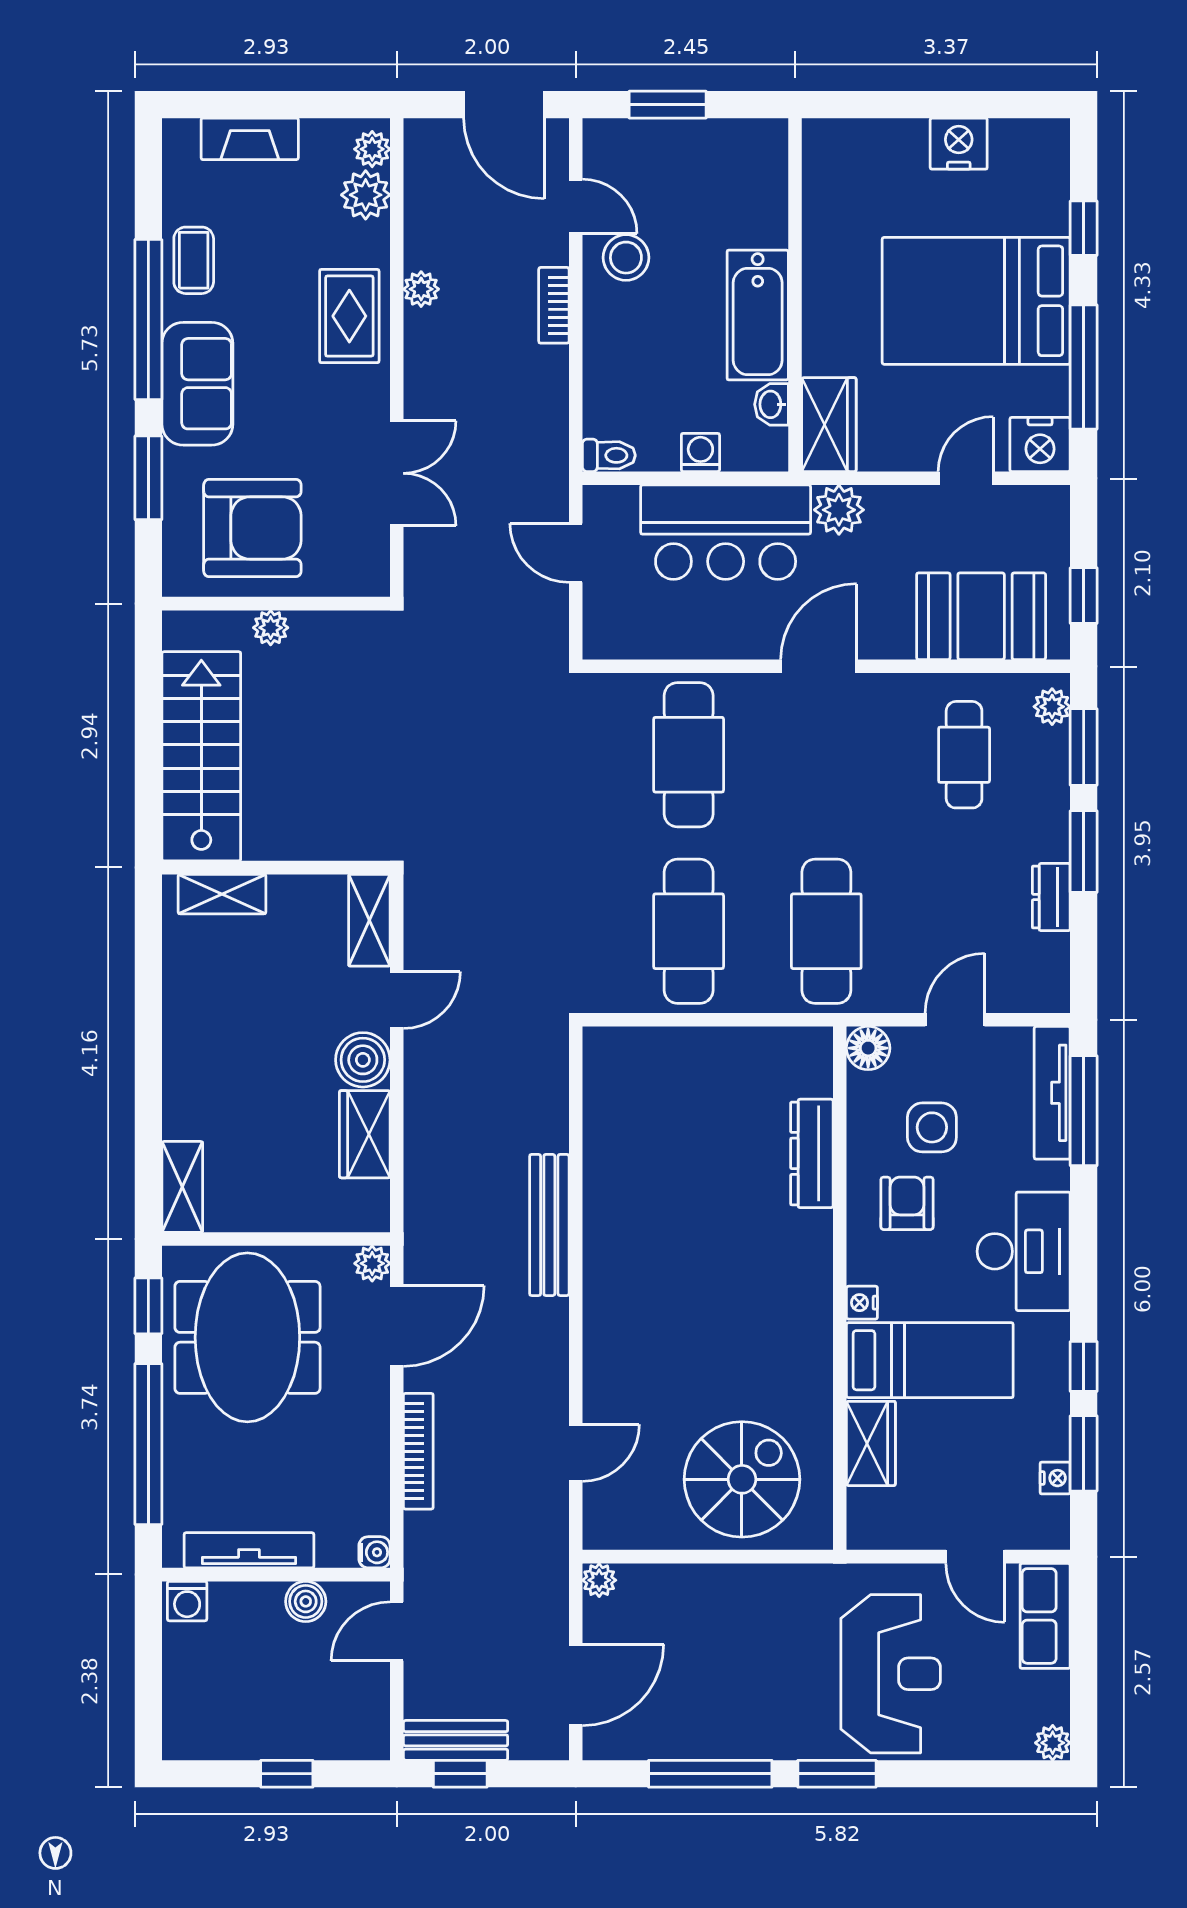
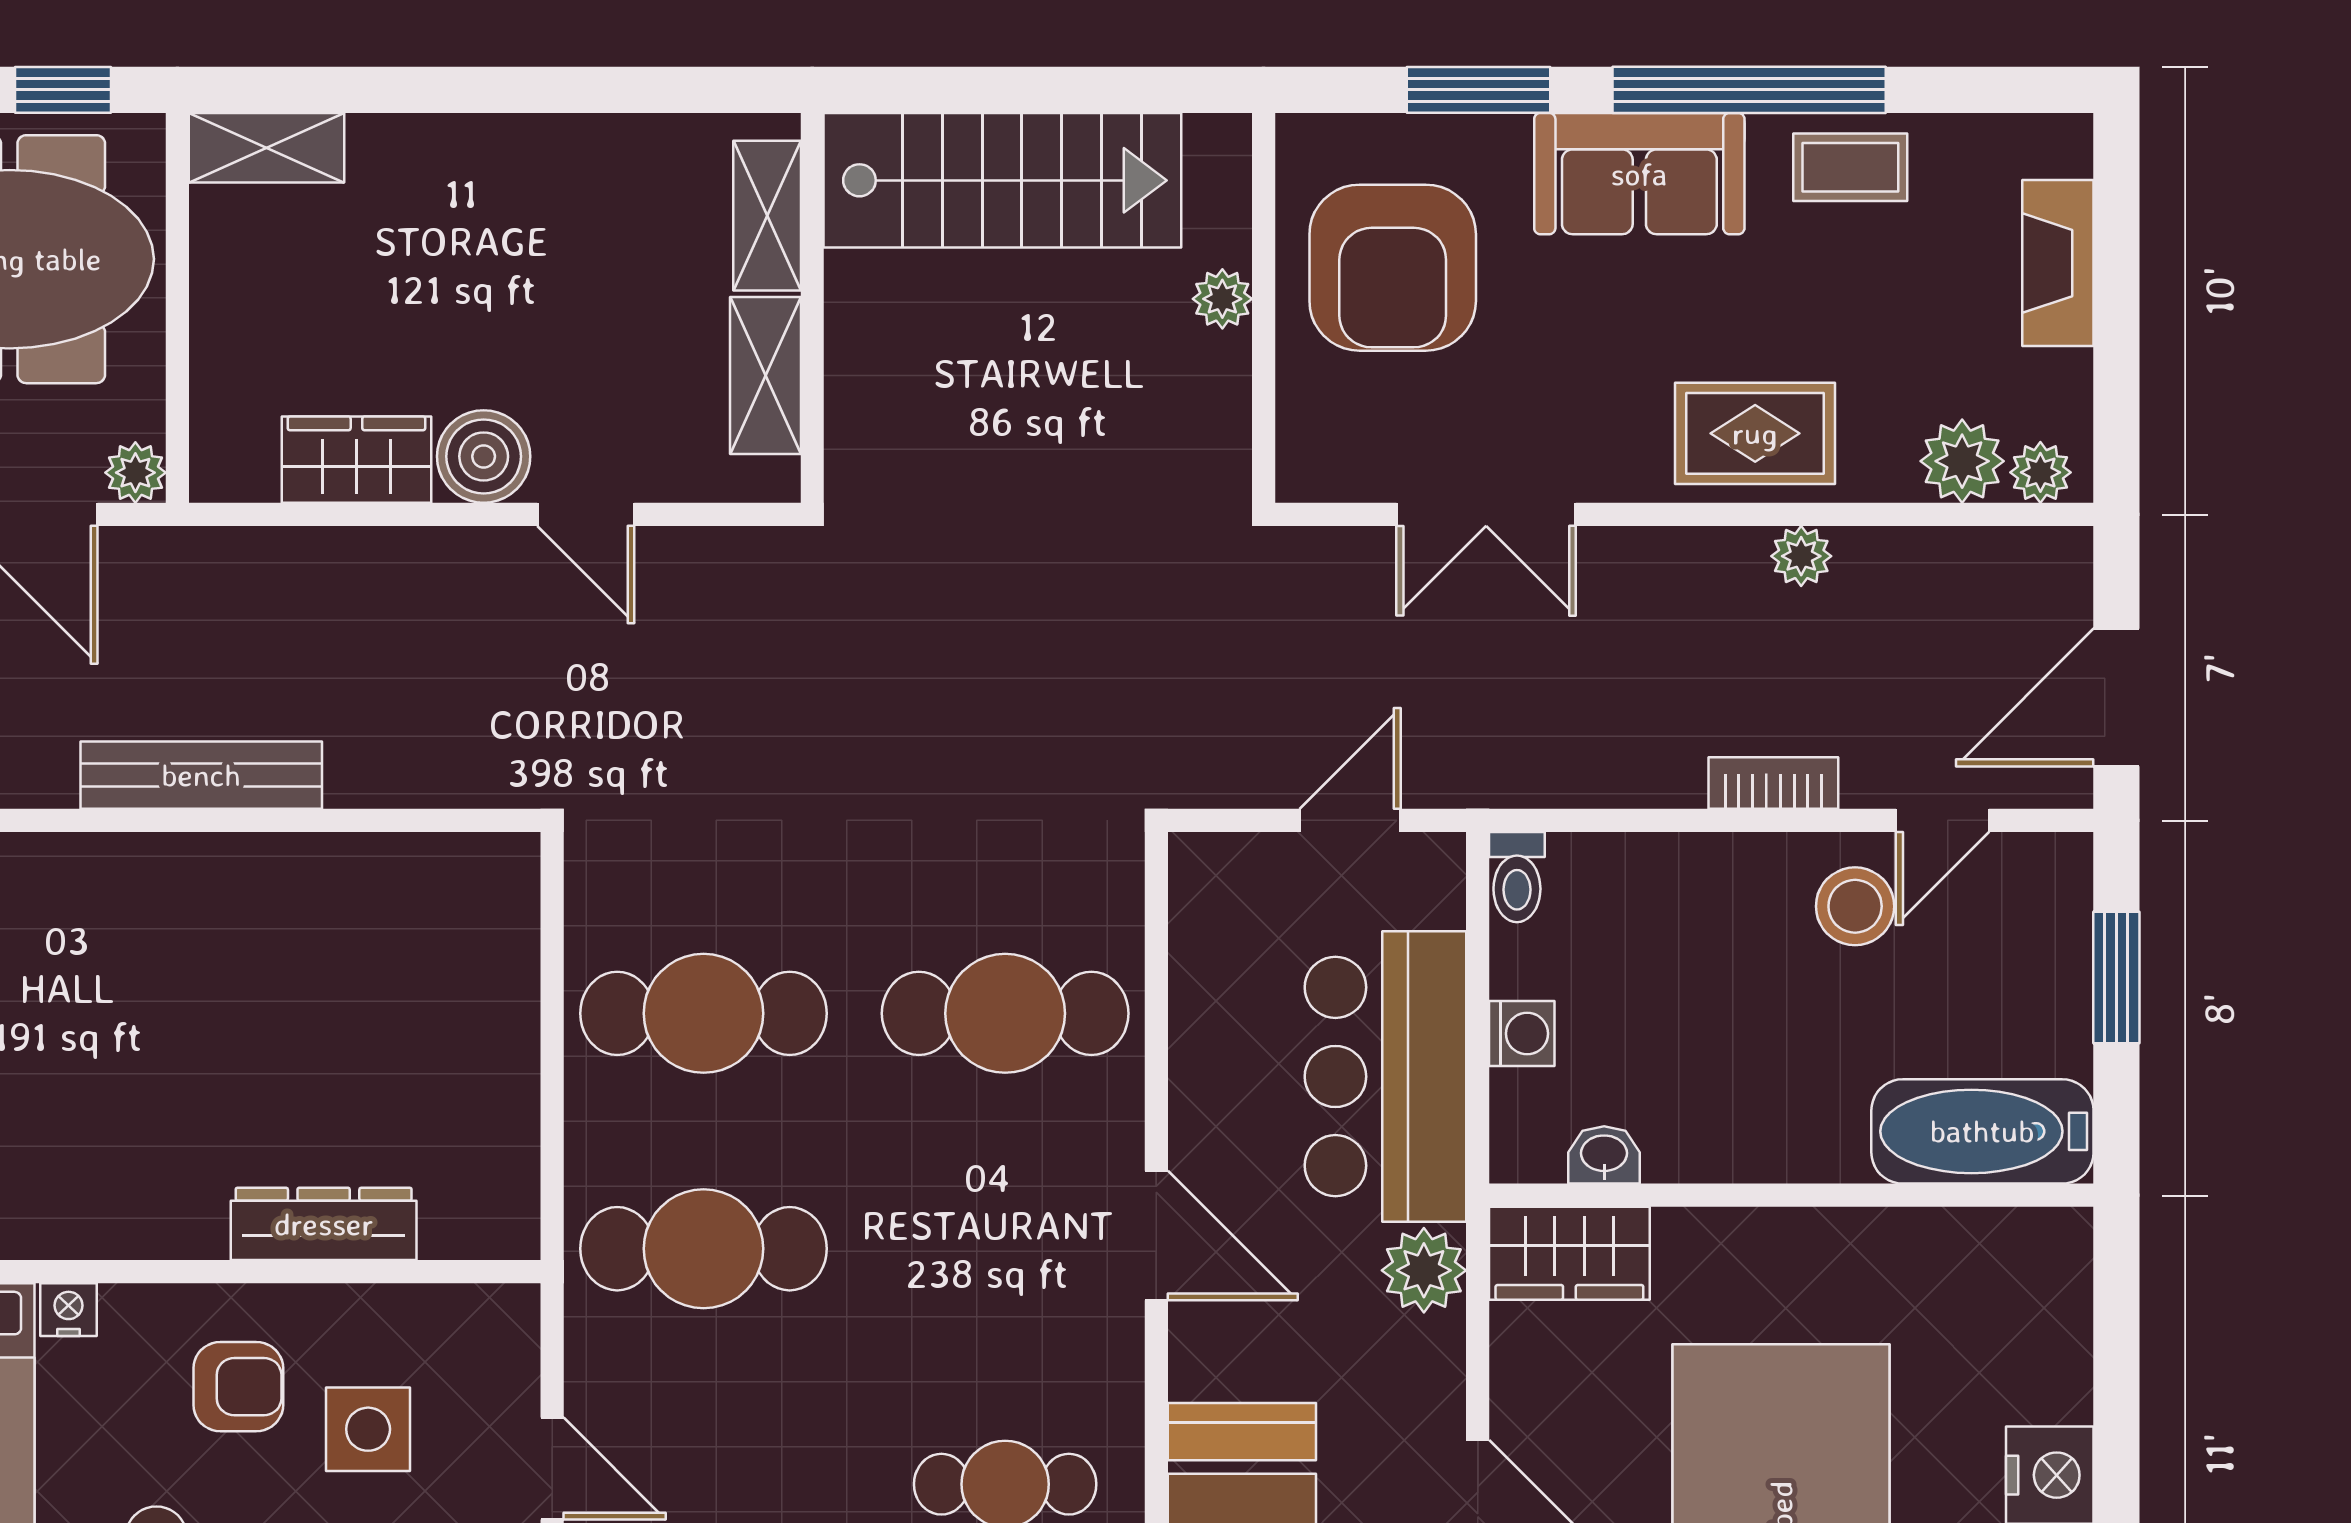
bathtub: (758, 315) -> (1982, 1131), moved
shelving: (369, 920) -> (765, 375), moved, turned 90
floor lamp: (868, 1048) -> (504, 1320), removed

